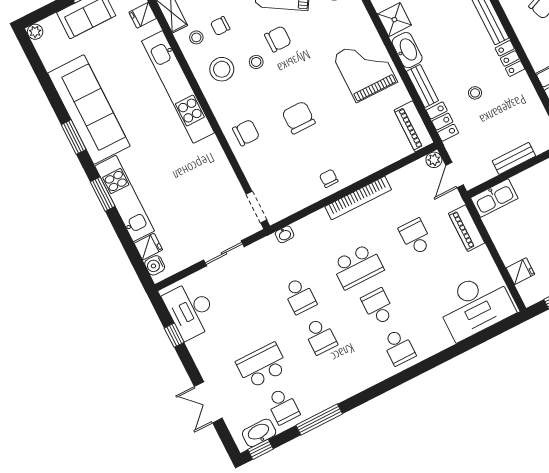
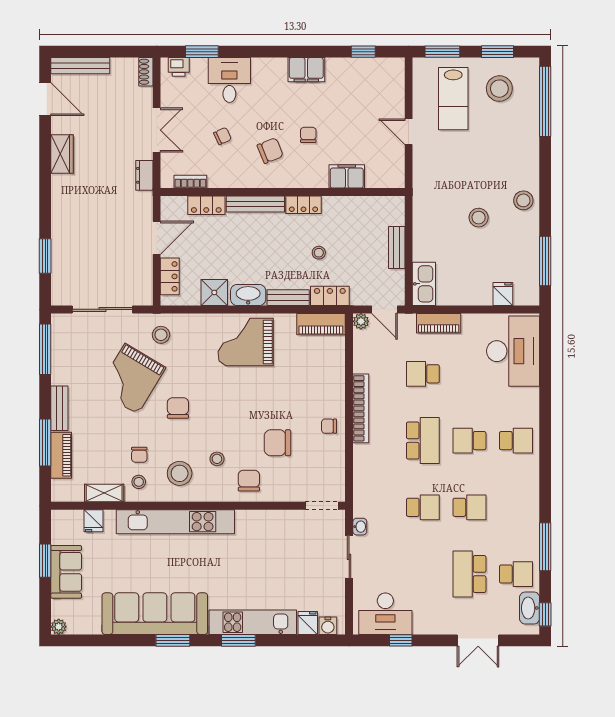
stool: (256, 62) -> (217, 459), moved
chair: (299, 118) -> (277, 443), moved
washbasin: (285, 234) -> (360, 527), moved

